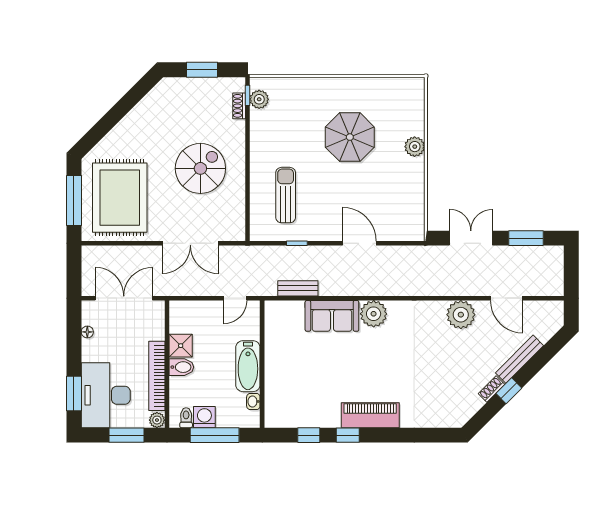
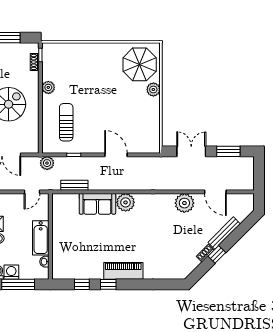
plant: (259, 99) -> (48, 87), moved
parasol: (350, 137) -> (140, 64), moved
plant: (257, 256) -> (47, 163), added

